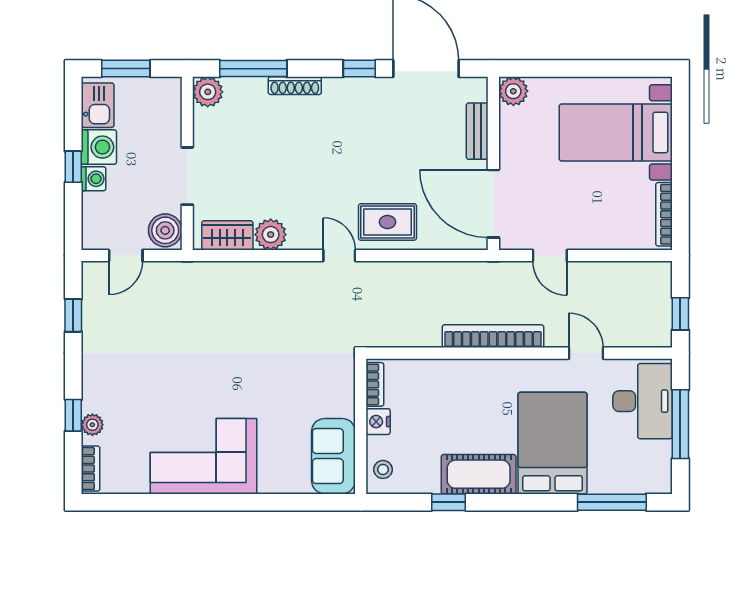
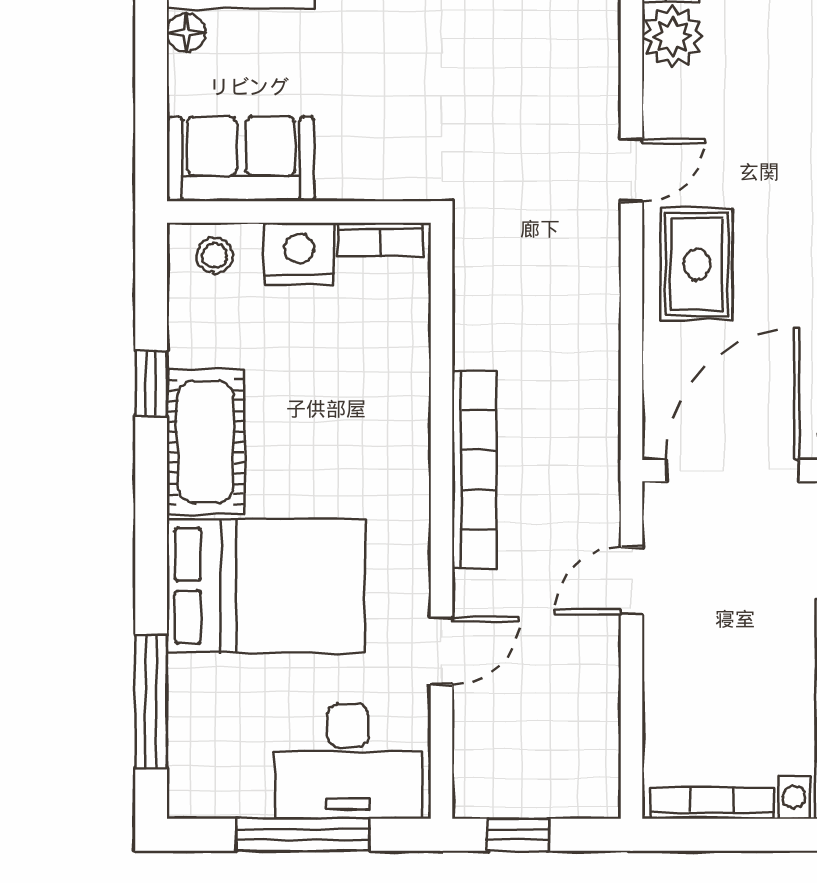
nightstand: (378, 422) -> (299, 253), width x1.36, depth x1.33
floor lamp: (269, 484) -> (186, 33), added

